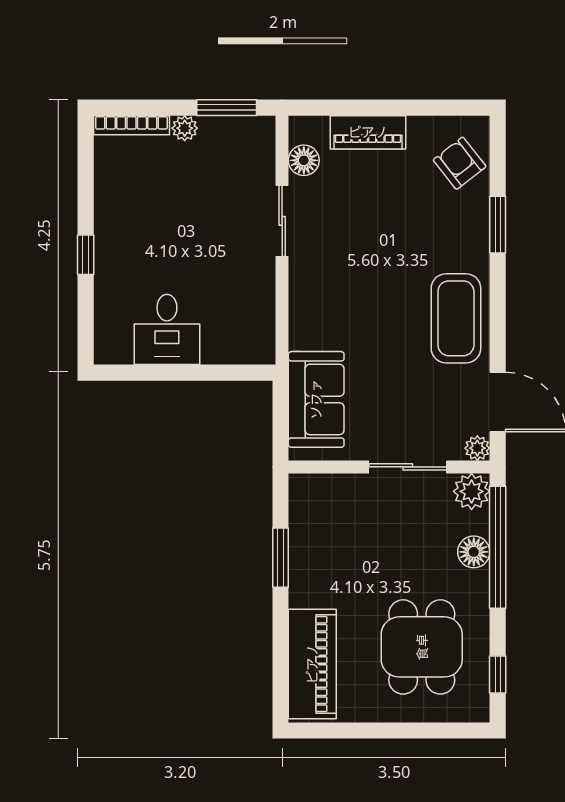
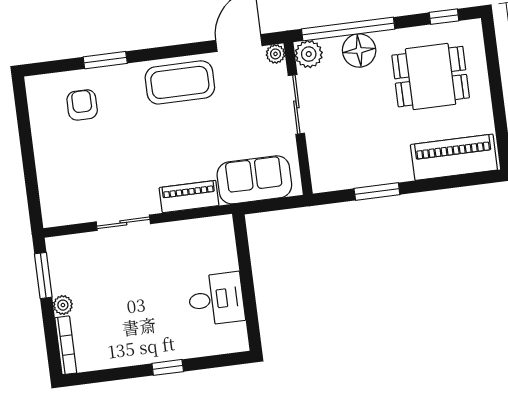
piano: (368, 132) -> (189, 197), moved, turned -90
floor lamp: (304, 160) -> (76, 212), removed
armchair: (460, 163) -> (82, 105), moved, turned 128
floor lamp: (474, 552) -> (359, 50), width x1.38, depth x1.38

